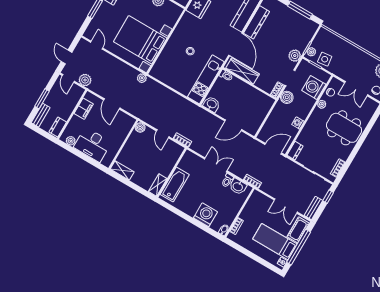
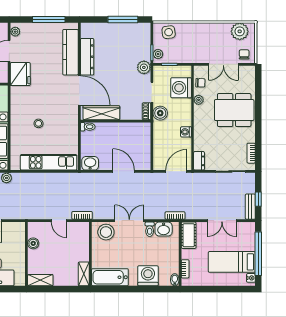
side table: (325, 59) -> (169, 32), moved
kitchen unit: (206, 79) -> (49, 162), moved, turned 90
door: (233, 125) -> (124, 171), swing flipped
boiler: (140, 127) -> (33, 243), moved
stool: (193, 163) -> (106, 232), added
bathtub: (175, 184) -> (110, 277), moved, turned -90
window: (328, 197) -> (258, 199), moved
cot: (298, 230) -> (189, 235), moved

